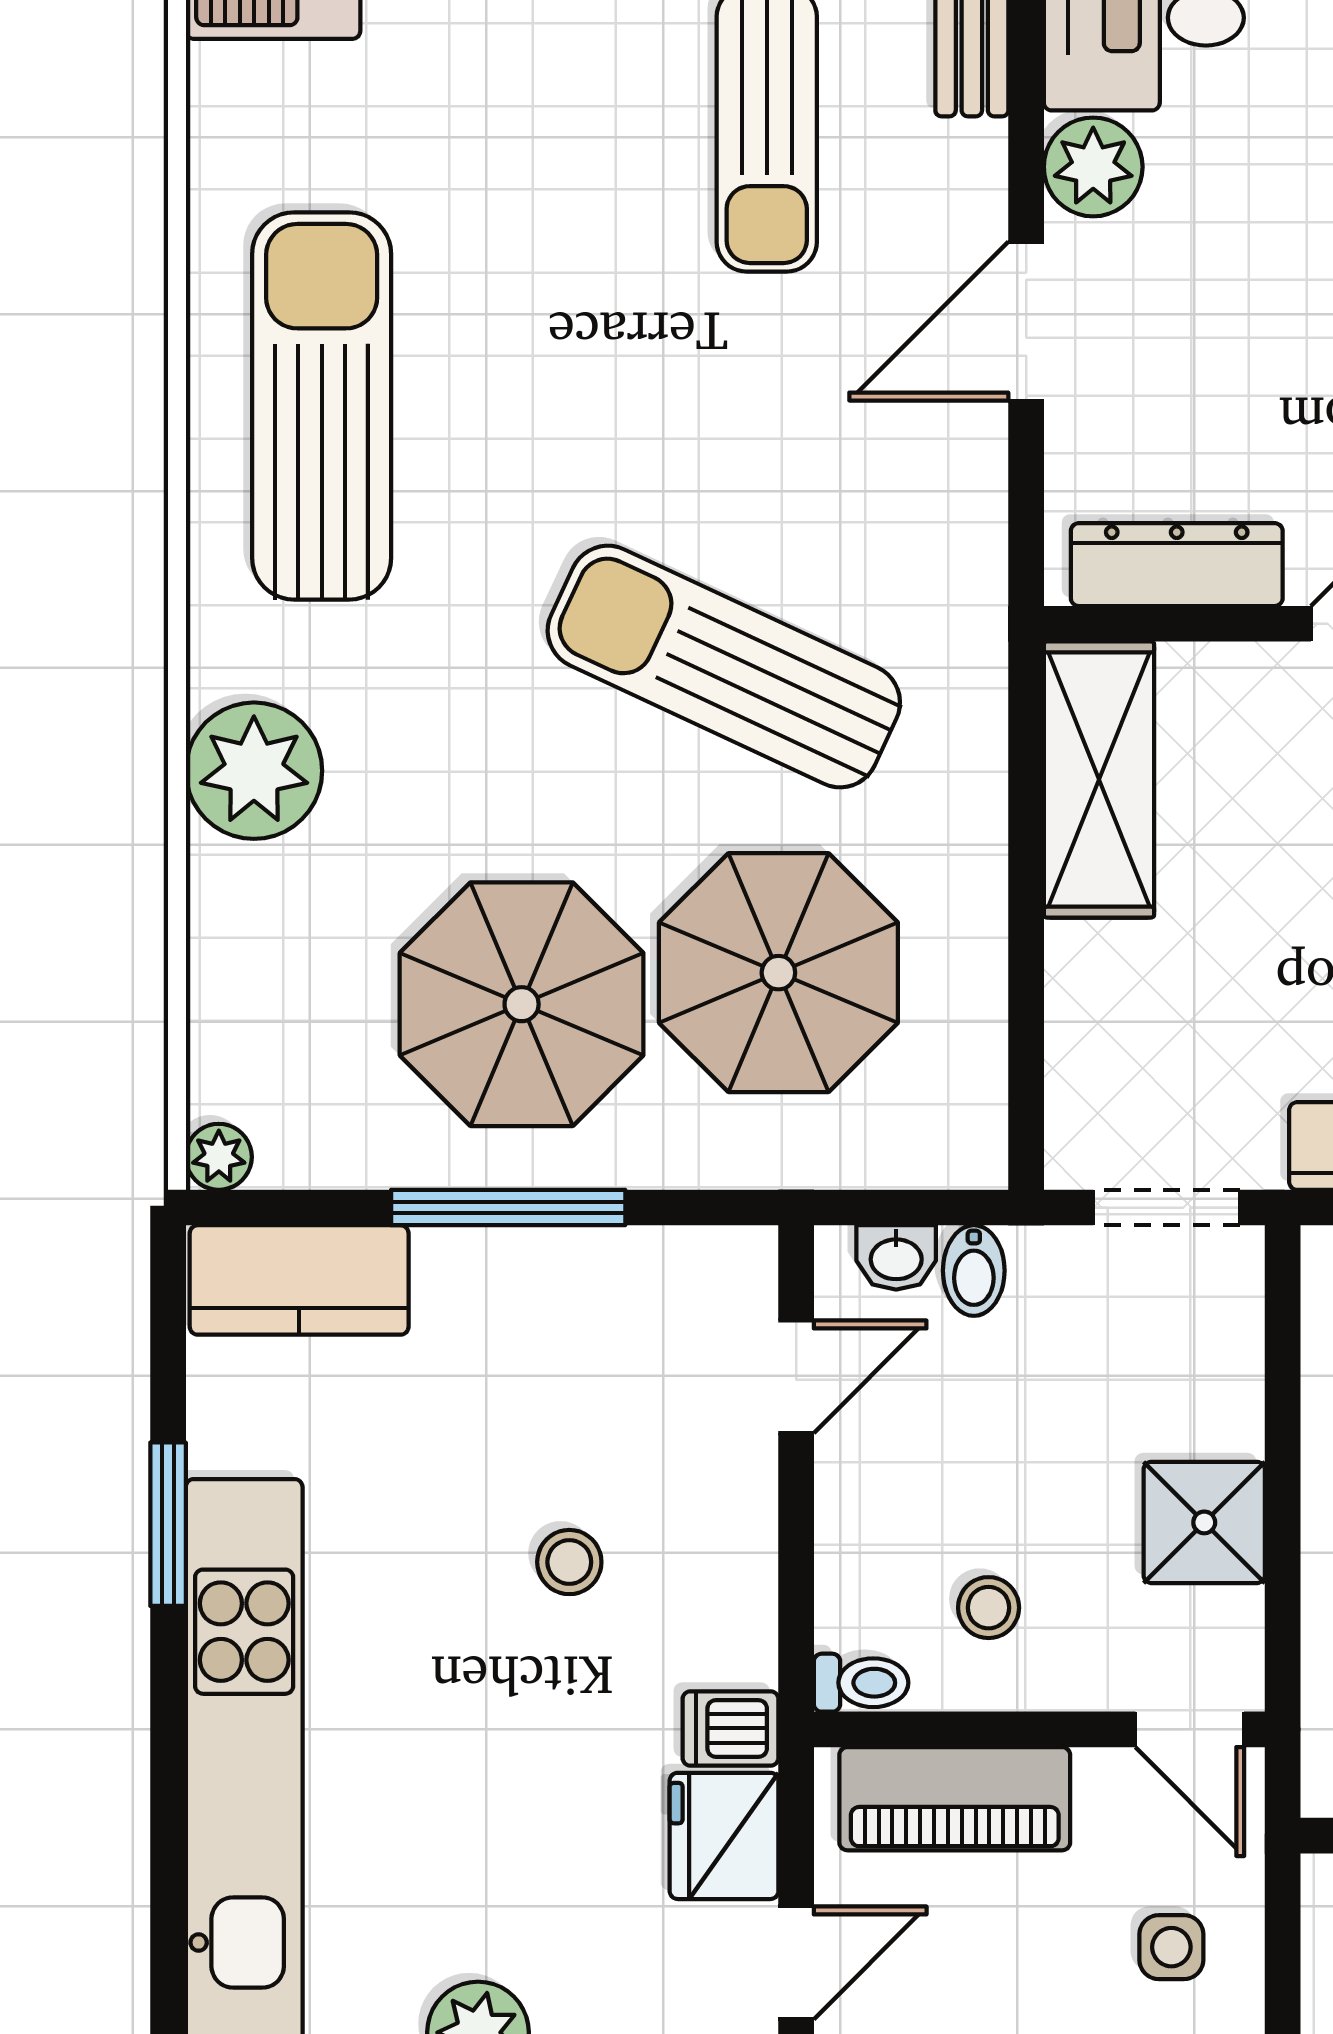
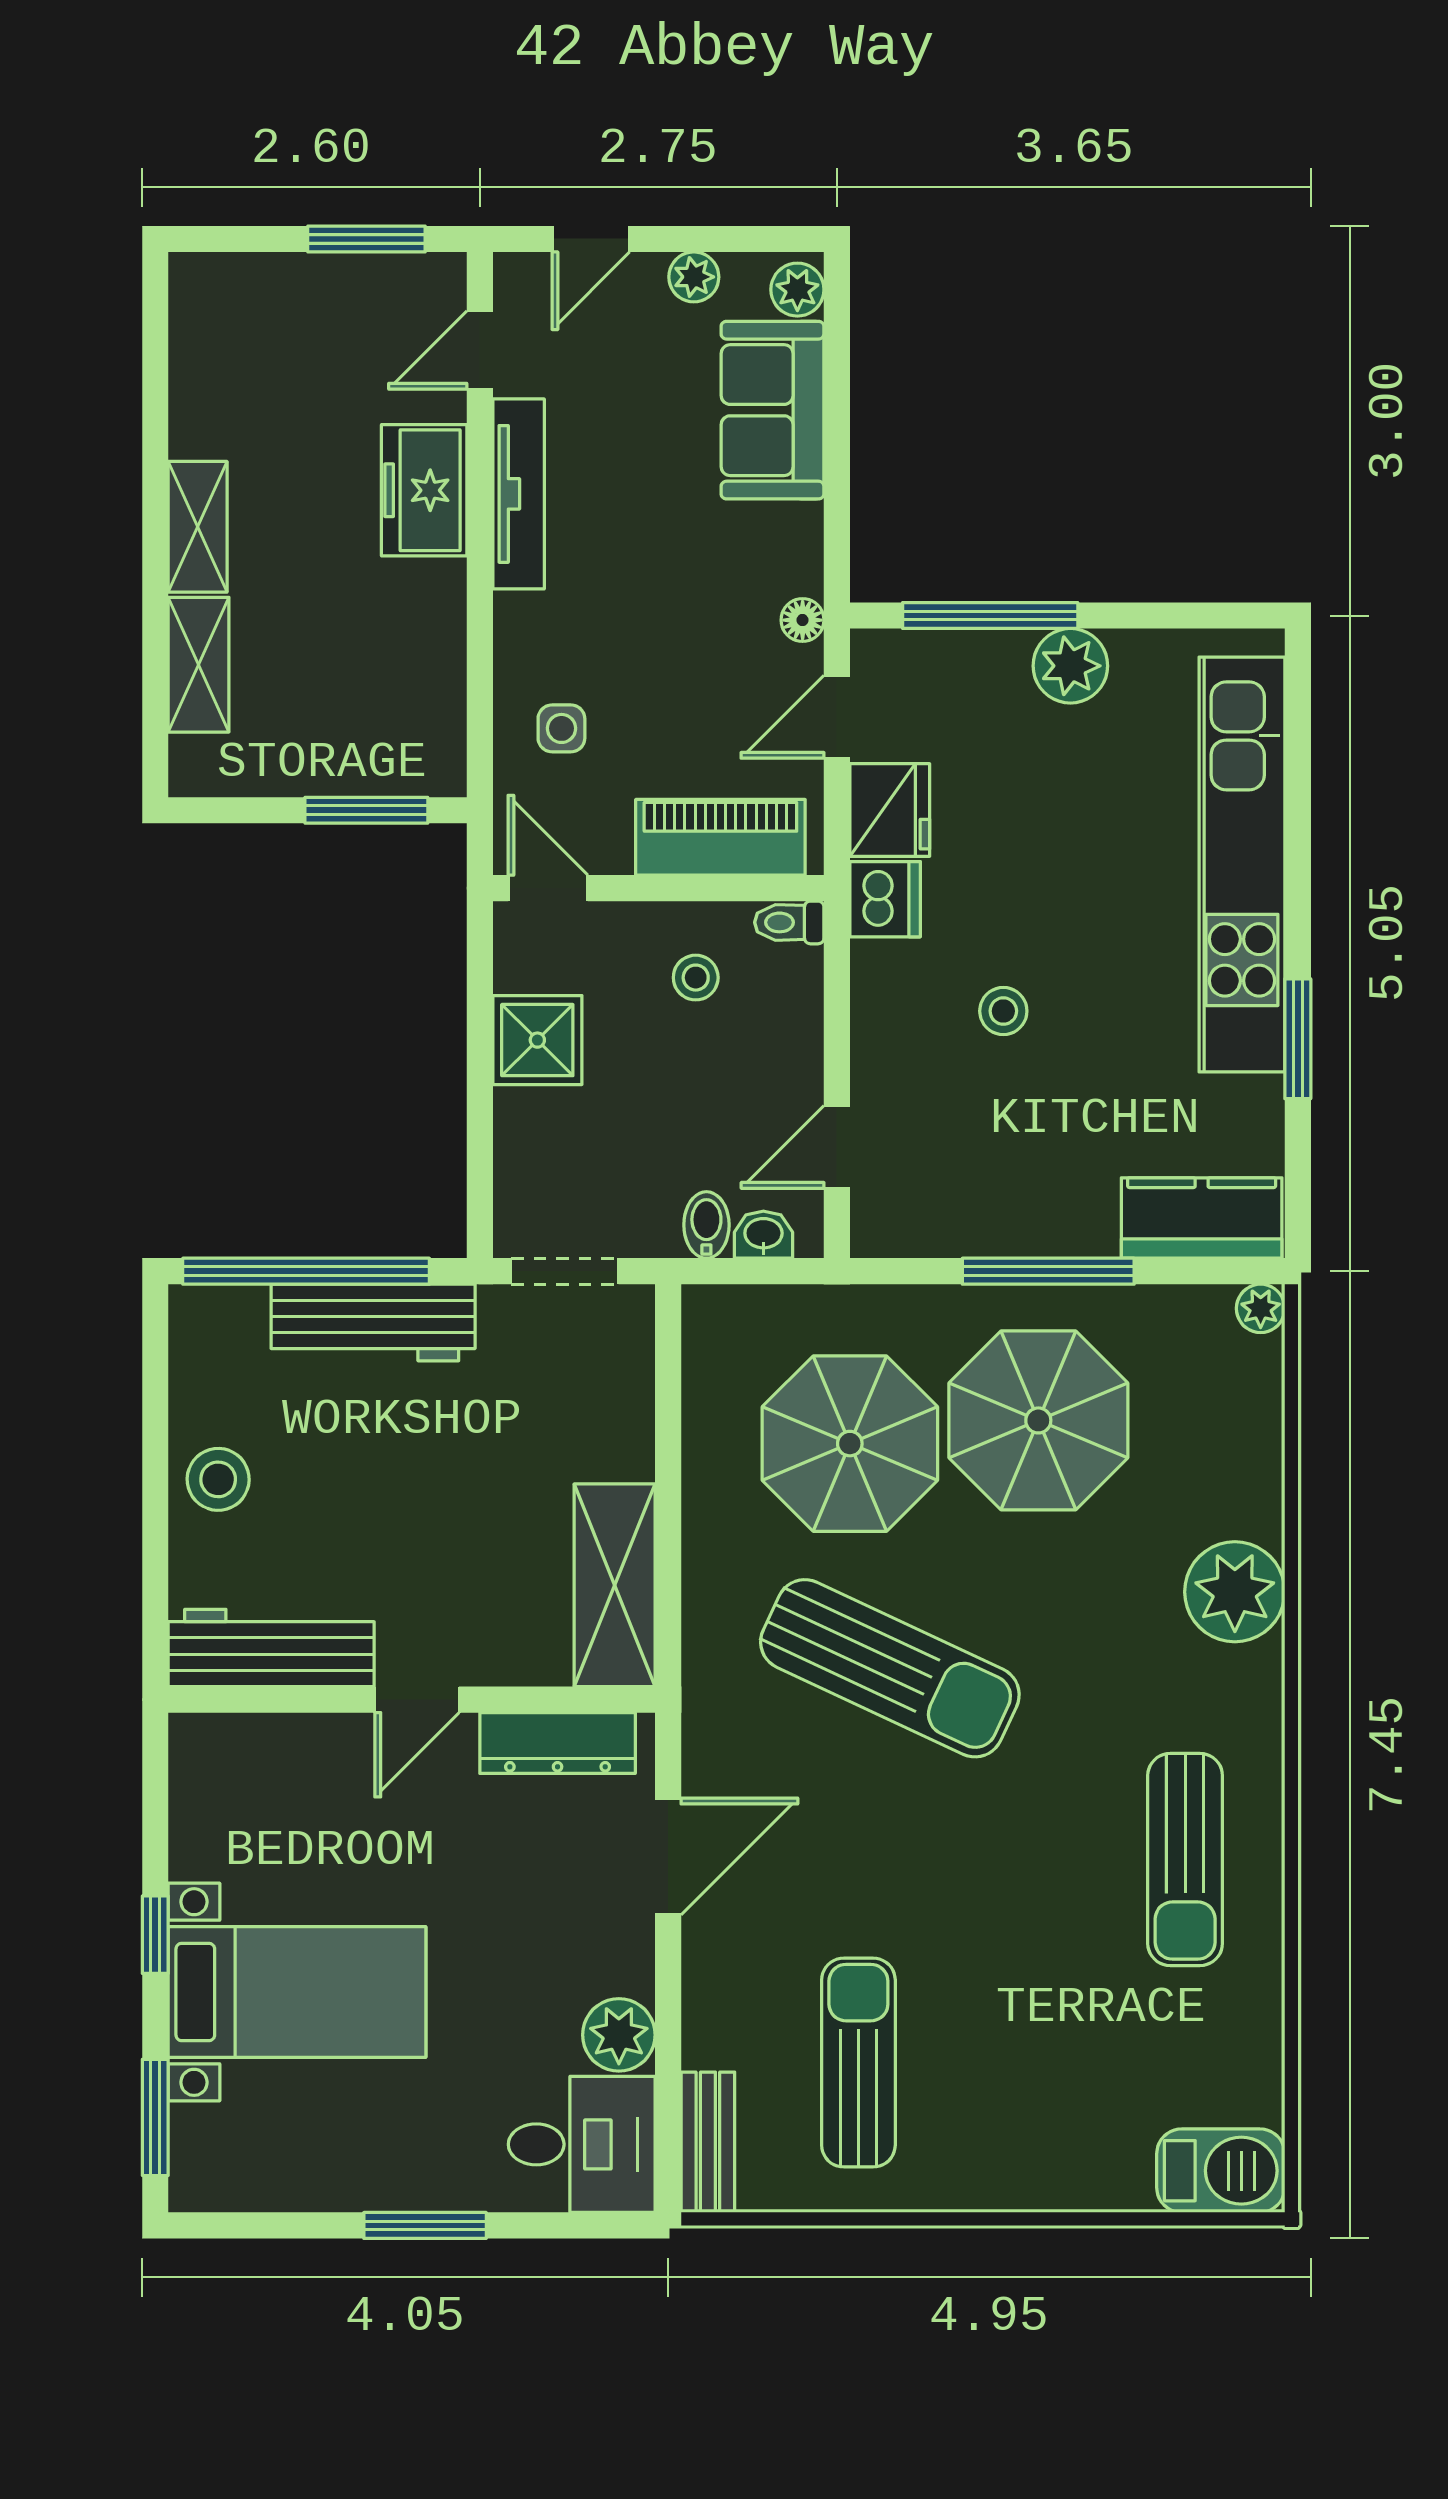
door: (1026, 321) -> (668, 1856), moved
sun lounger: (322, 406) -> (1185, 1859), width x0.73, depth x0.75
dishwasher: (730, 1728) -> (885, 899), width x1.38

